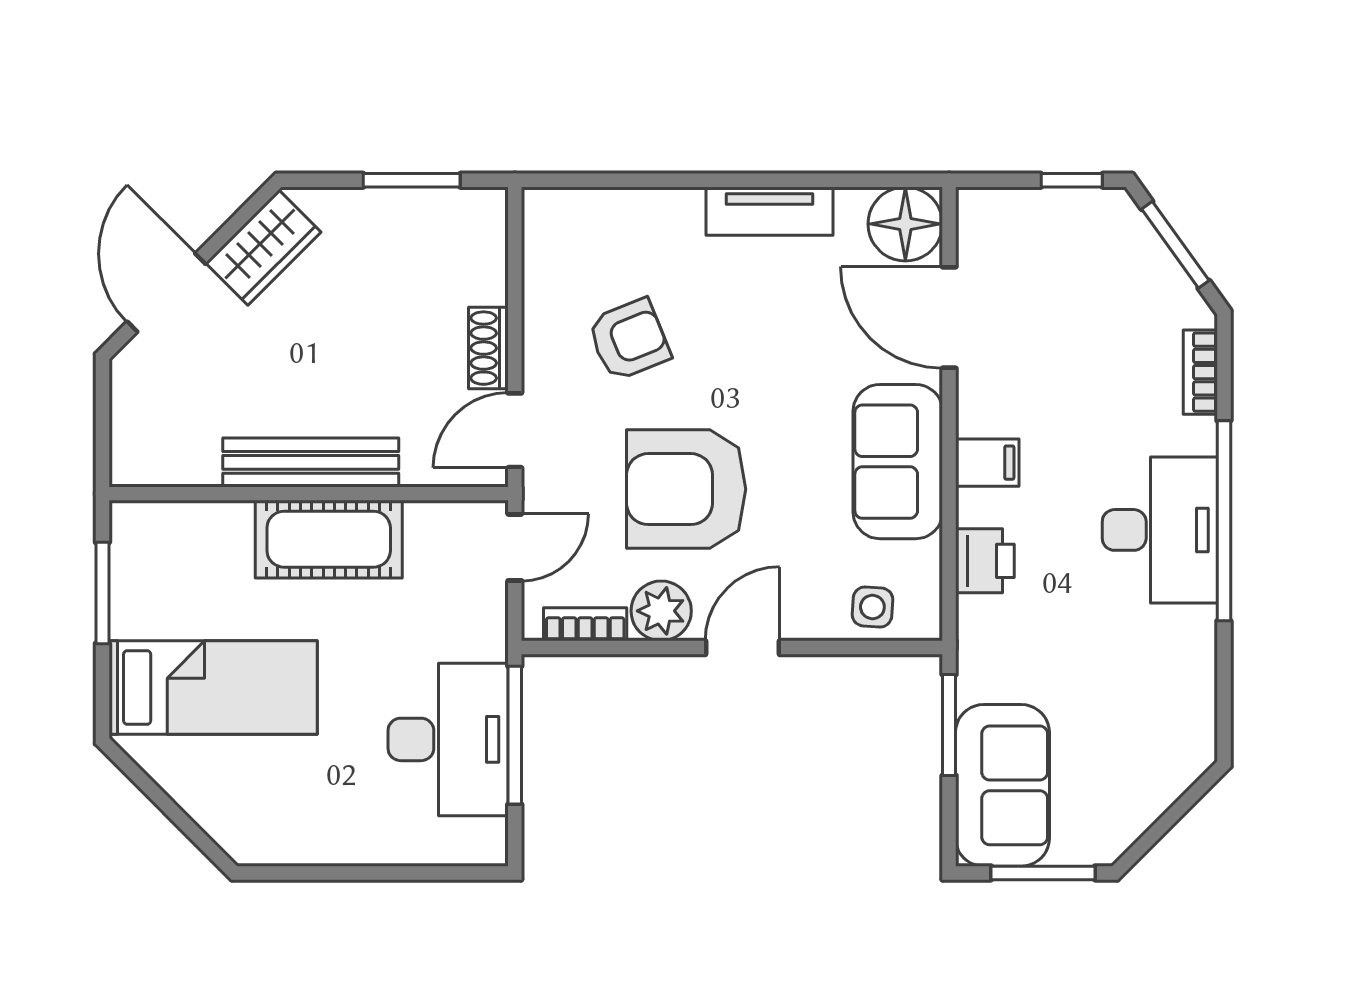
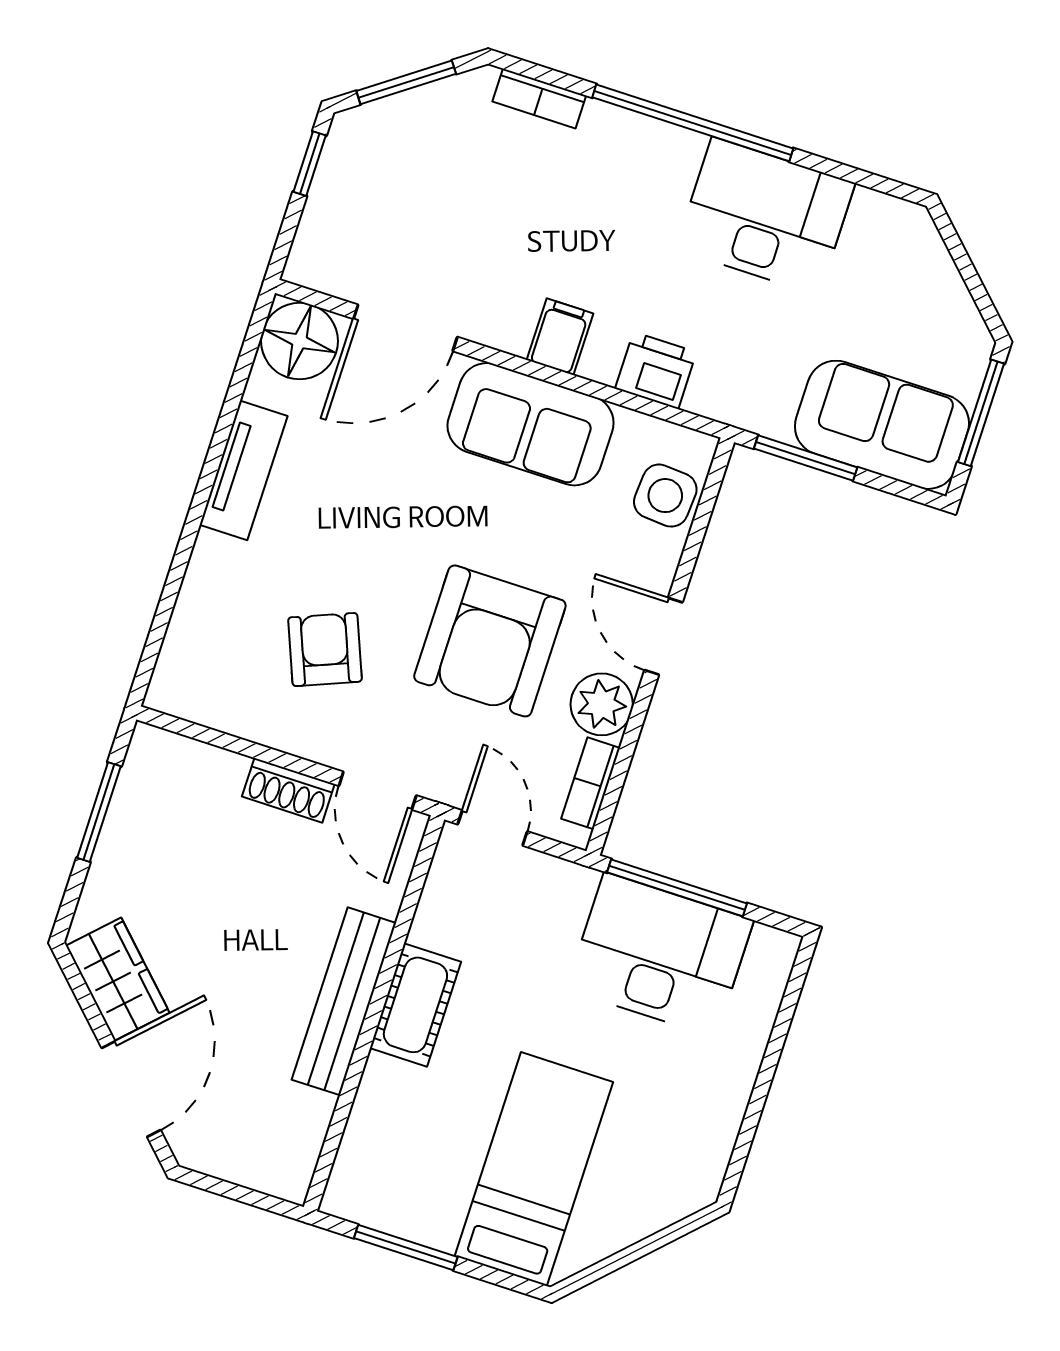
door: (166, 293) -> (131, 1089), swing flipped
desk: (1160, 530) -> (765, 216), moved
cot: (329, 539) -> (415, 1005), width x0.73, depth x0.75
side table: (872, 607) -> (665, 496), width x1.37, depth x1.37

